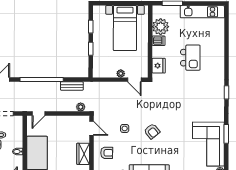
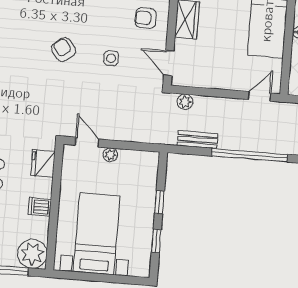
plant: (161, 27) -> (32, 254), moved

